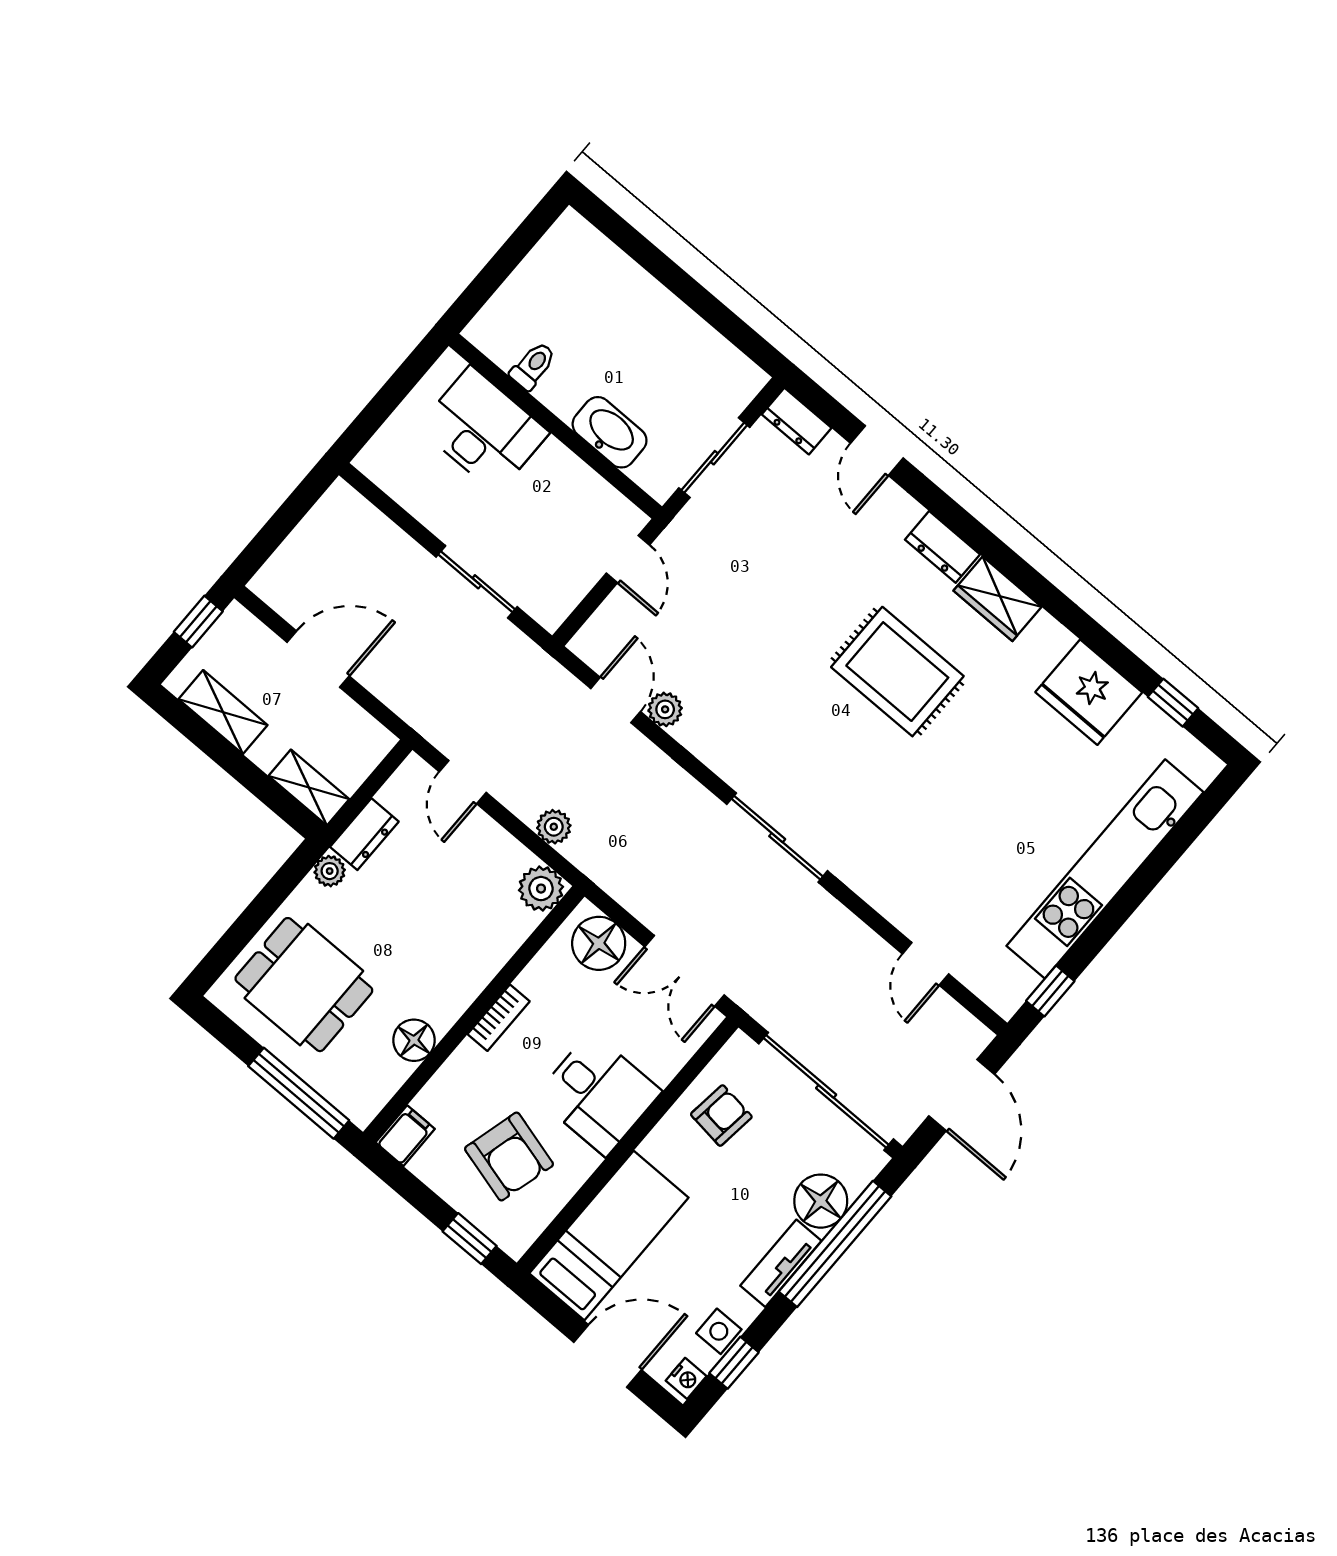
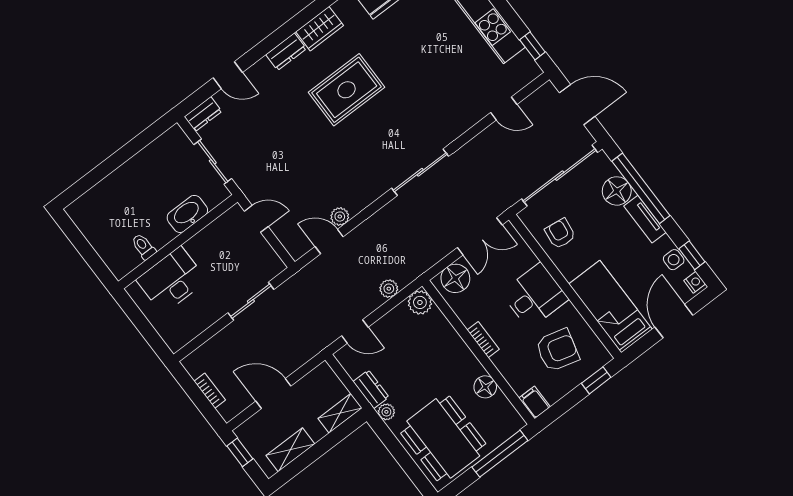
bookcase: (298, 543) -> (210, 391), added
door: (318, 659) -> (273, 394), hinge flipped
dining table: (304, 985) -> (443, 438), width x1.38

